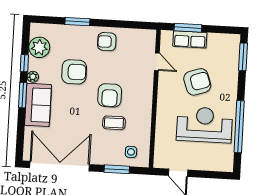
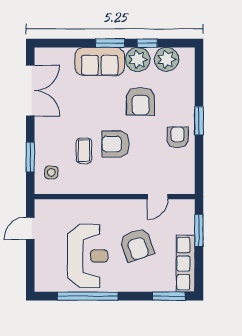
window: (77, 22) -> (199, 121), moved
row of seats: (190, 39) -> (186, 264), moved, width x1.48
plant: (33, 77) -> (138, 59), width x1.87, depth x1.87
double door: (60, 166) -> (30, 91), width x0.73

